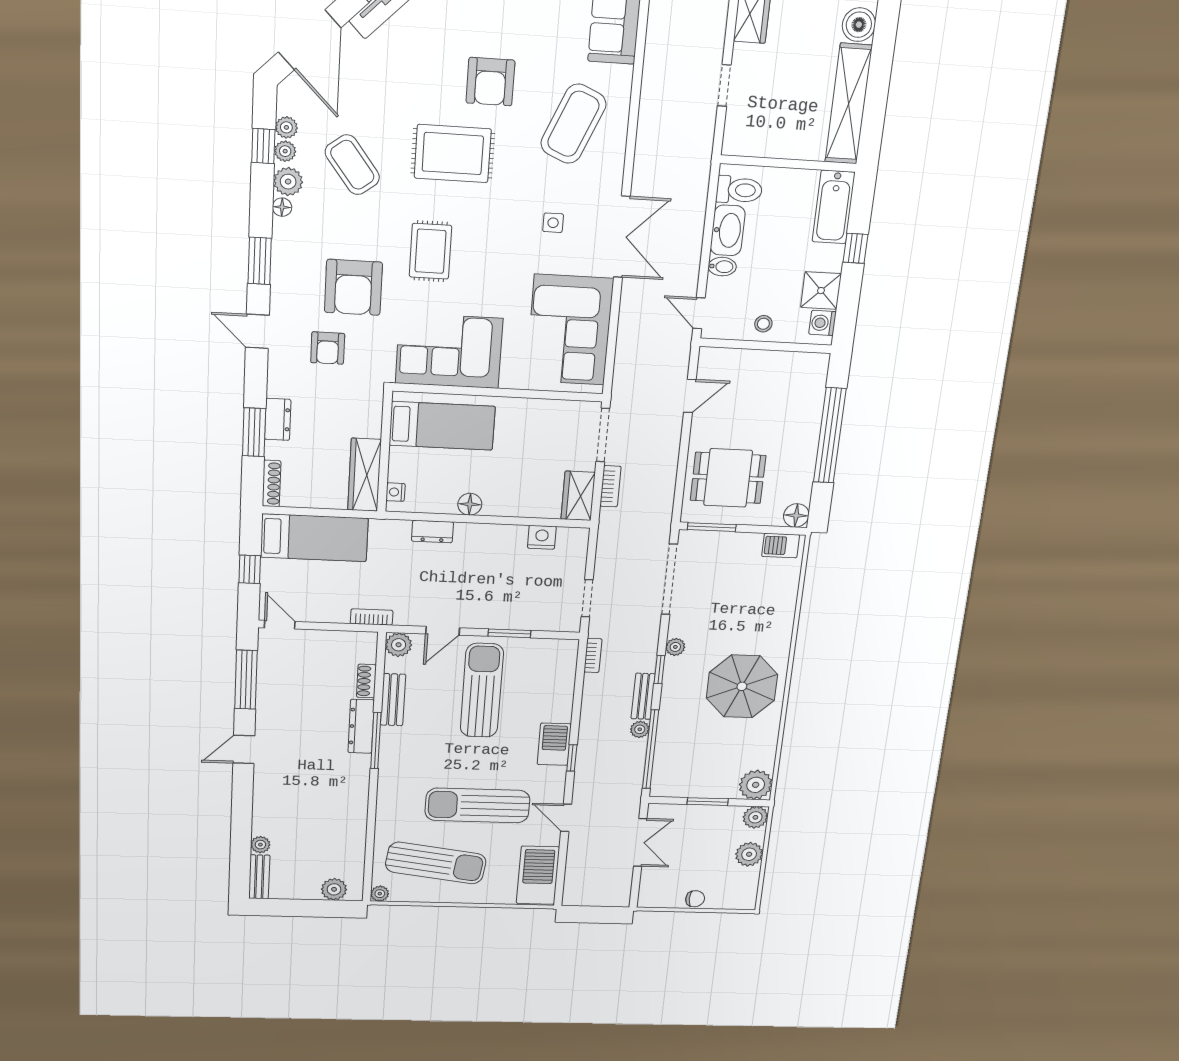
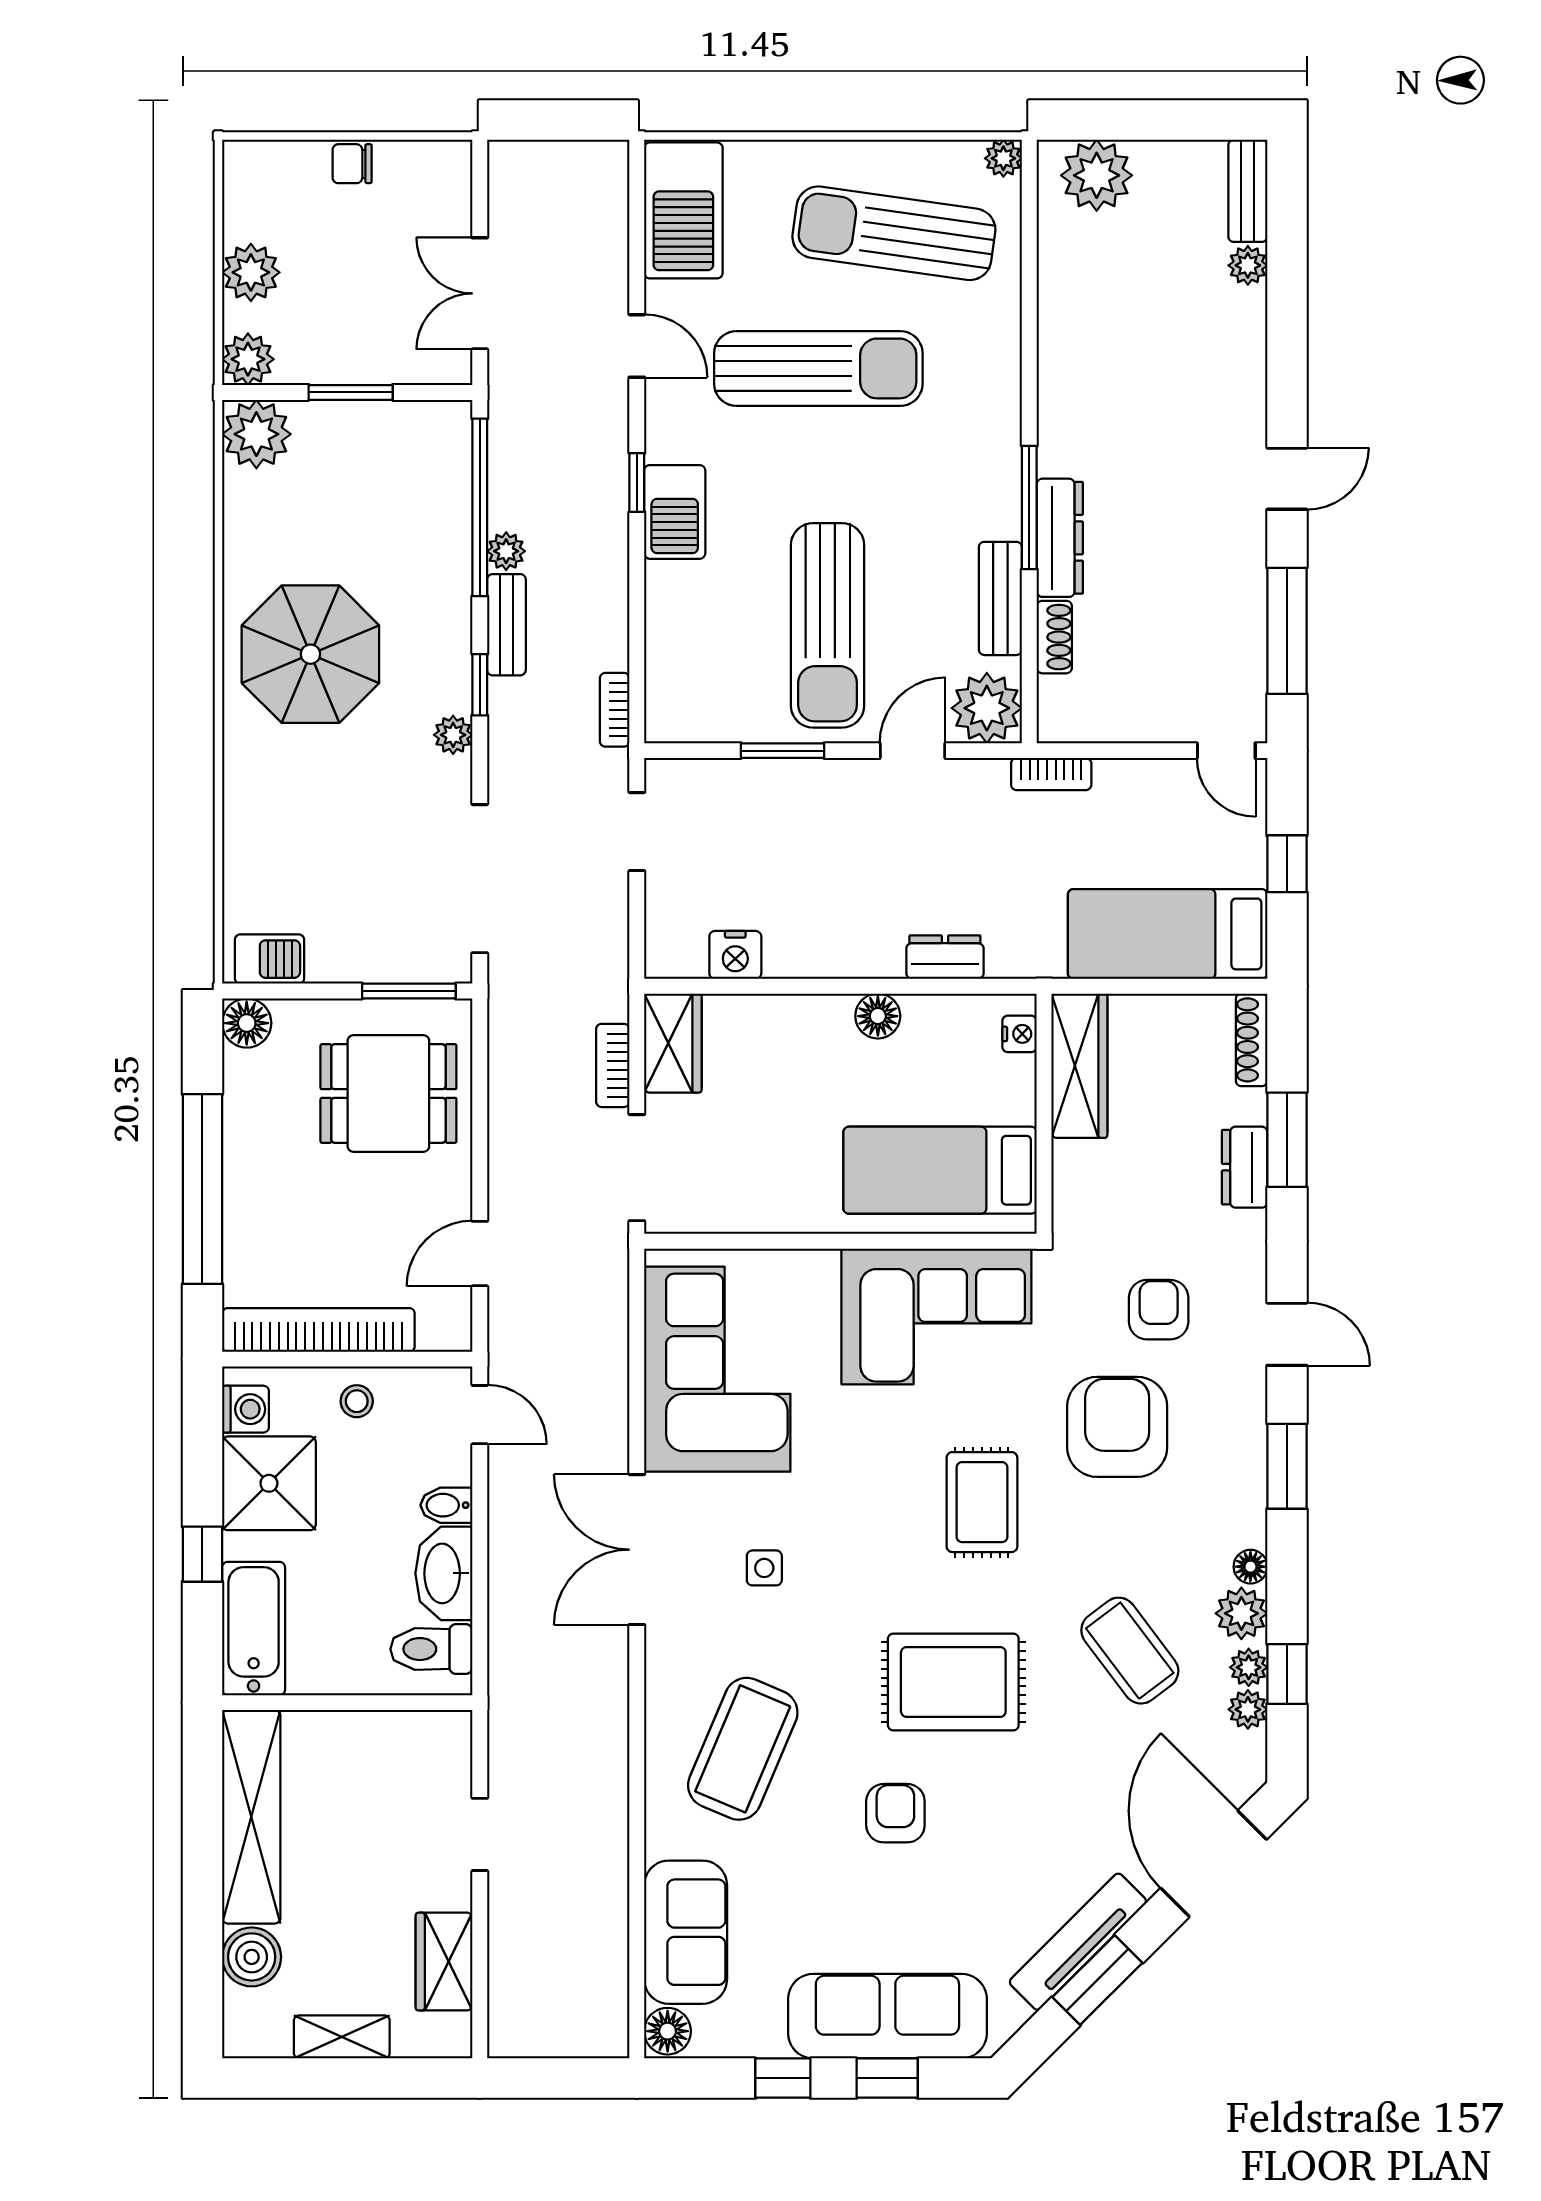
armchair: (490, 82) -> (895, 1813), width x0.72, depth x0.72
shower: (821, 291) -> (269, 1483), width x1.36, depth x1.36
bookcase: (779, 361) -> (318, 1330), added
plant: (399, 645) -> (987, 708), width x1.36, depth x1.36
plant: (334, 889) -> (1097, 175), width x1.36, depth x1.36

